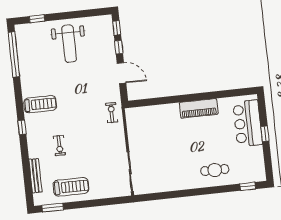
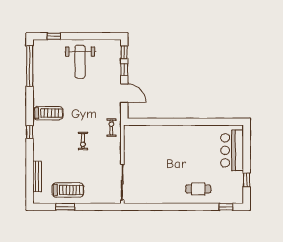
piano: (199, 108) -> (190, 132), removed
window: (265, 134) -> (247, 180), moved
exercise bike: (59, 145) -> (83, 141), moved
window: (53, 208) -> (65, 207), moved

